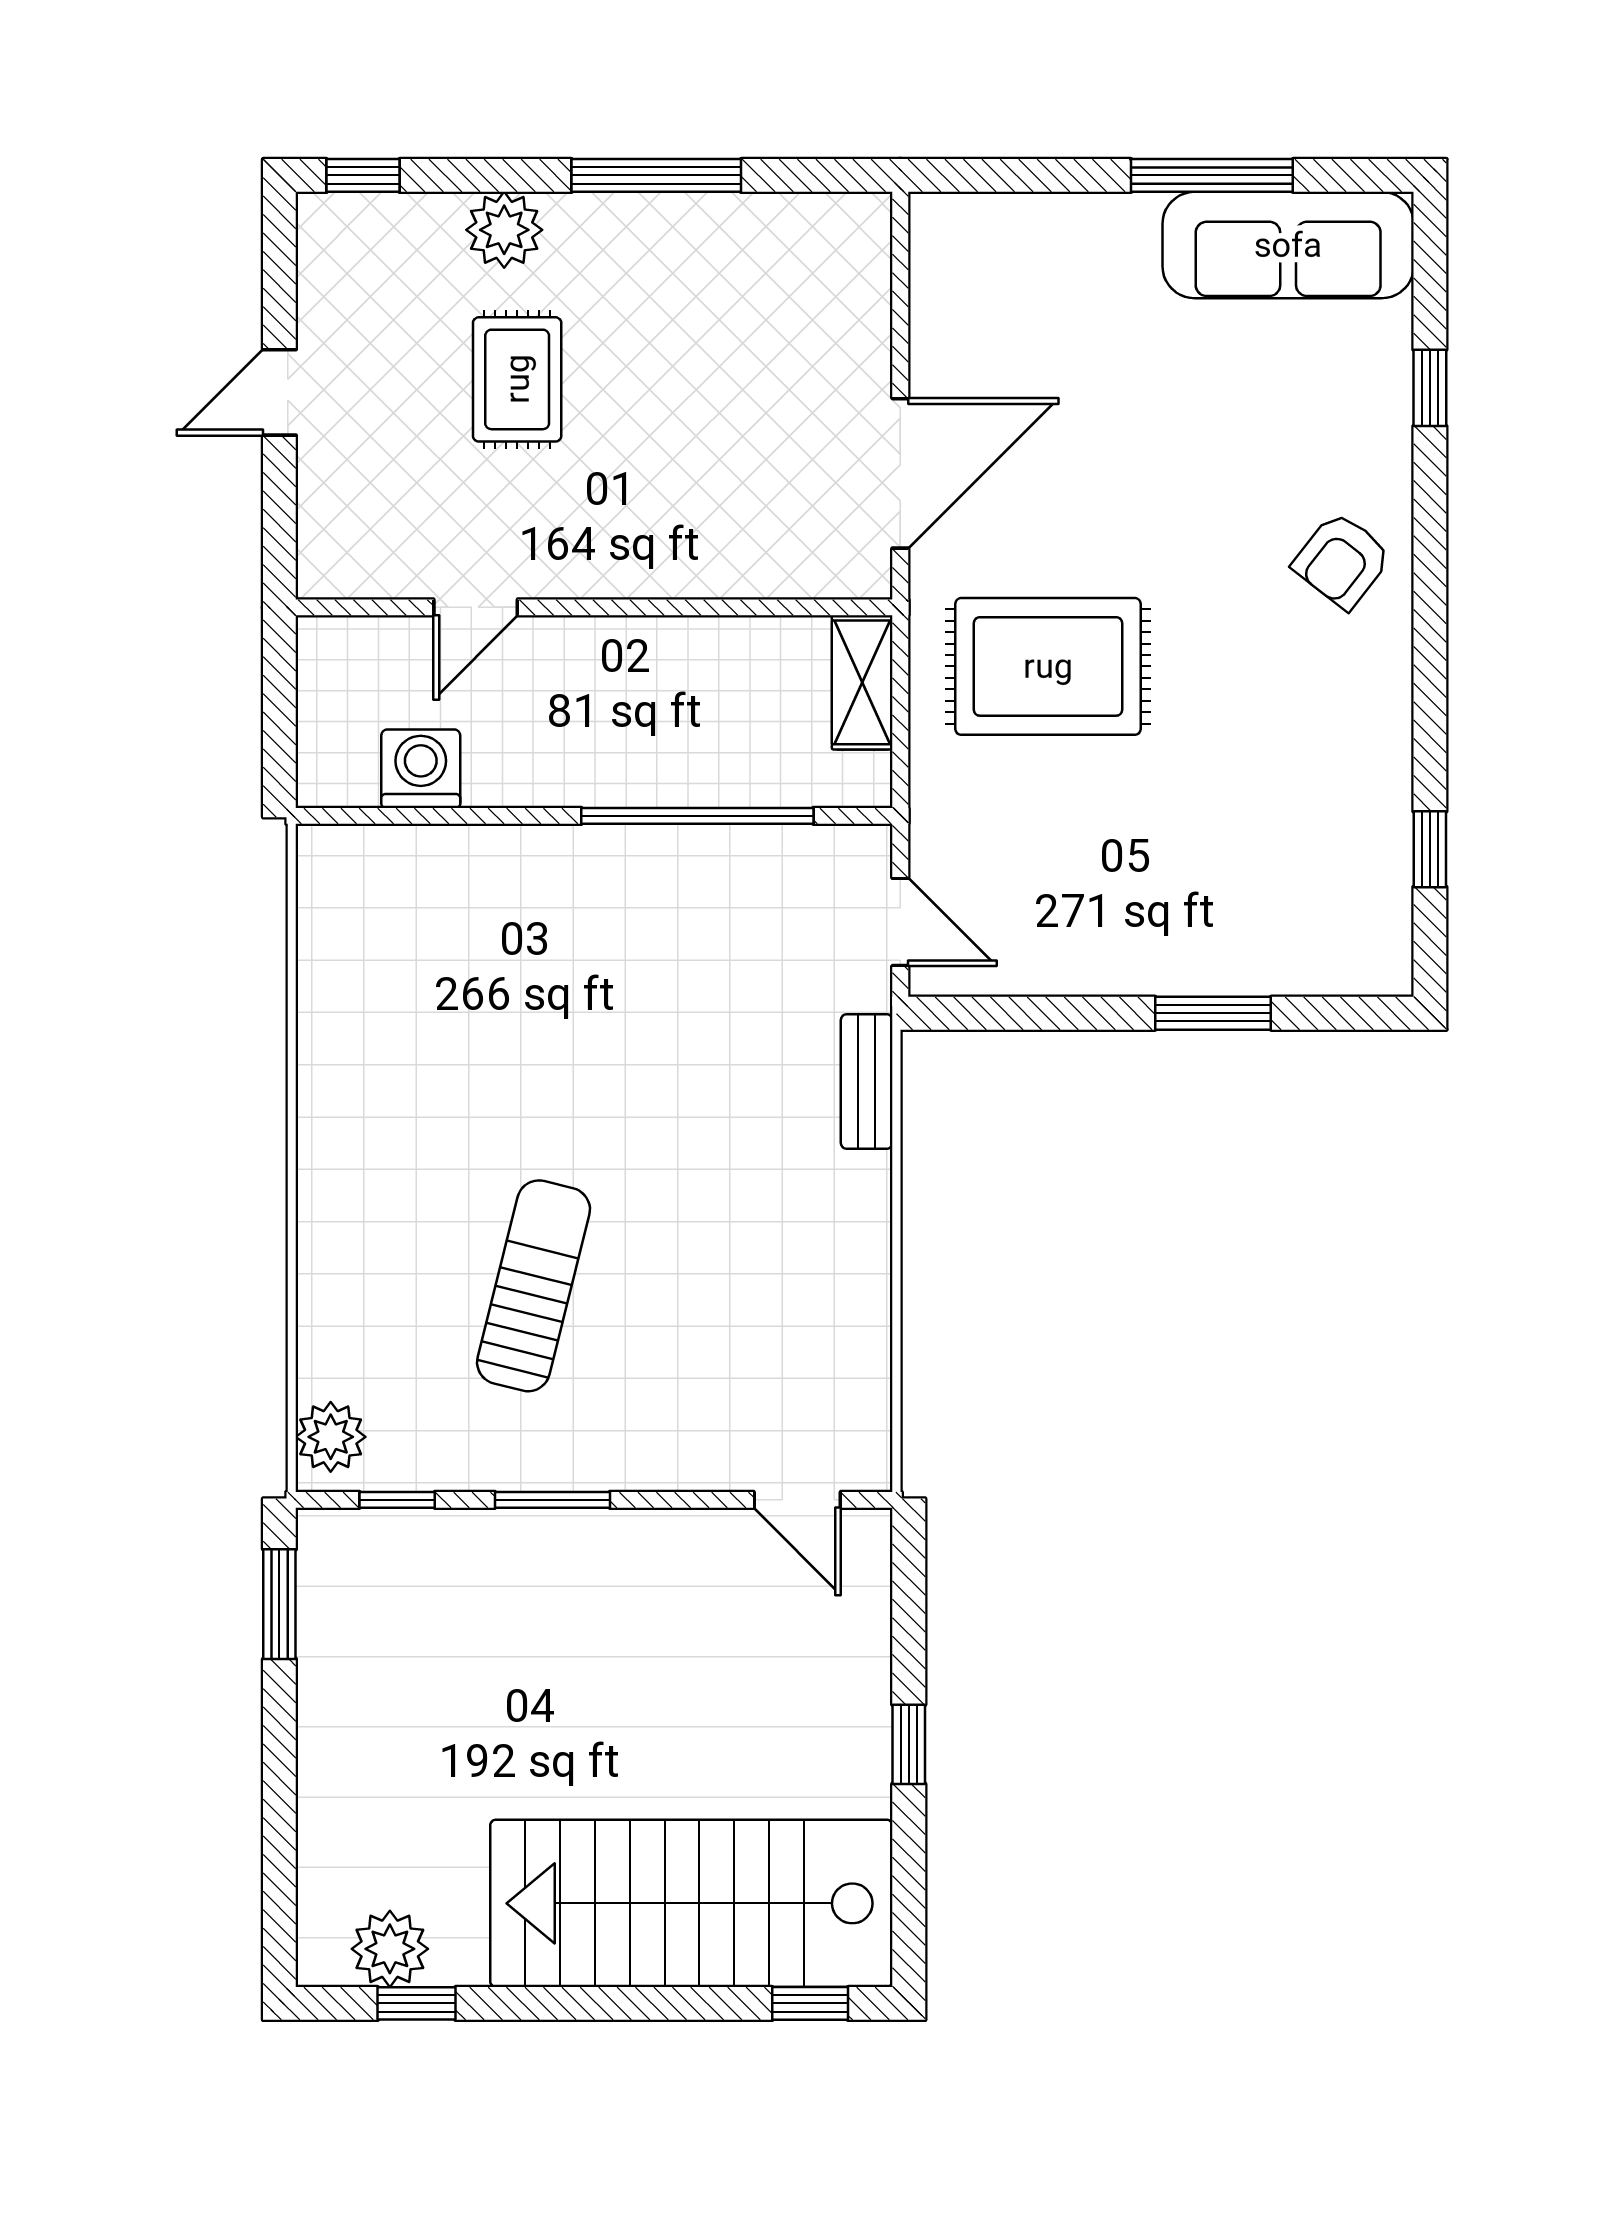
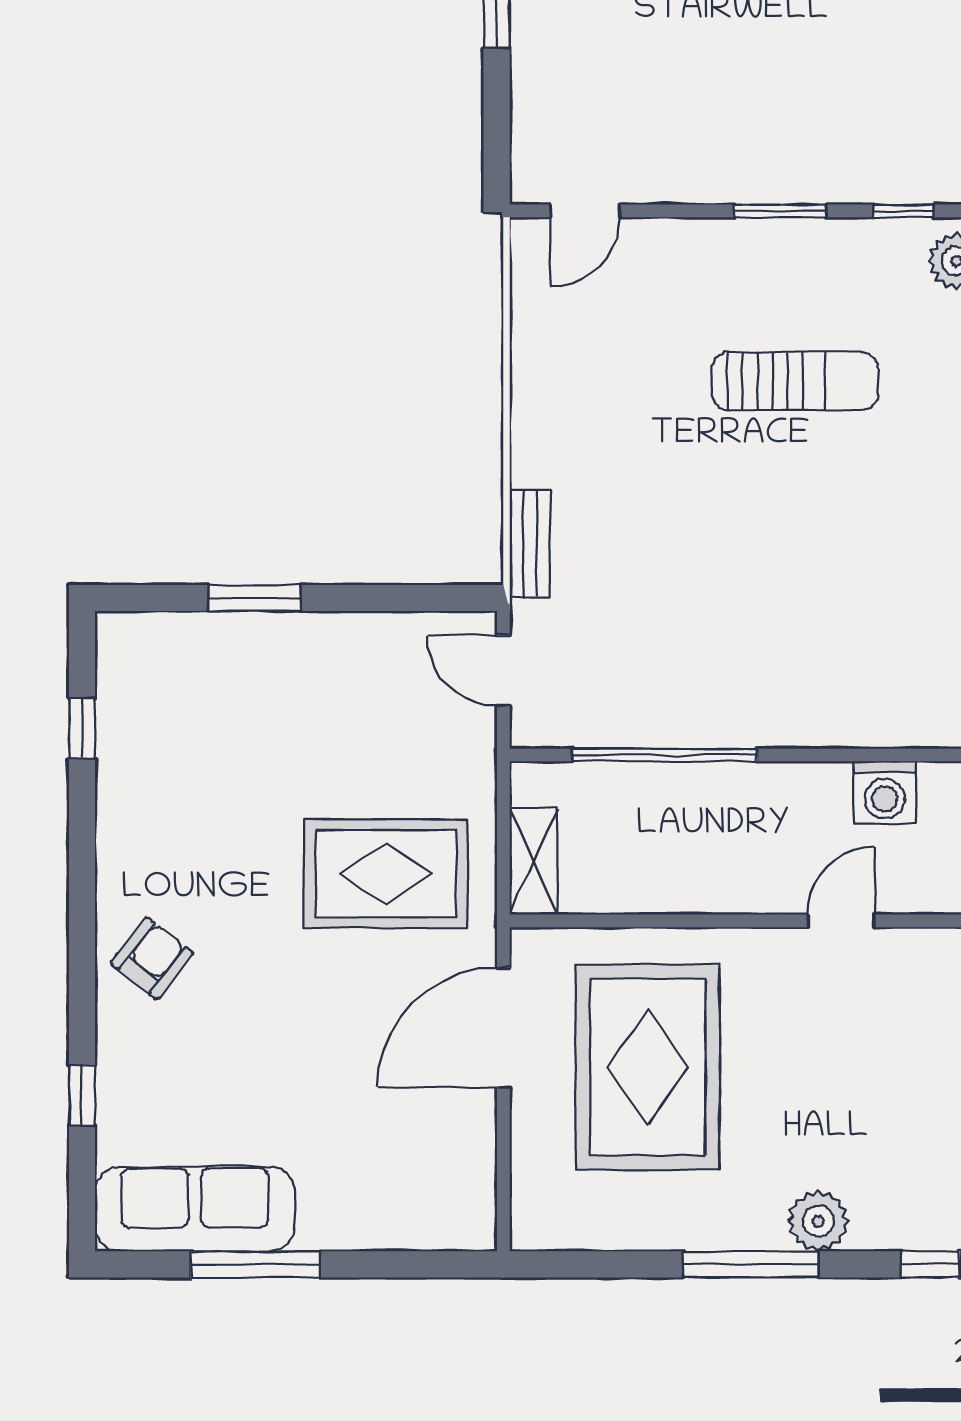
window: (656, 175) -> (751, 1264), moved
rug: (517, 379) -> (648, 1067), moved, width x1.86, depth x2.06
sun lounger: (534, 1286) -> (795, 381), turned -104
door: (797, 1500) -> (585, 211), swing flipped

